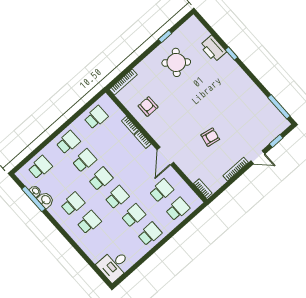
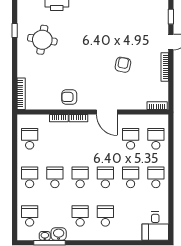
round table: (176, 62) -> (42, 40), turned -30
armchair: (148, 106) -> (69, 97), moved

